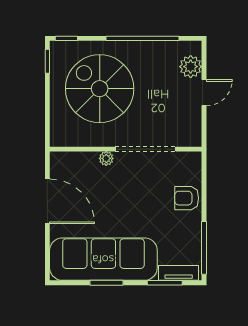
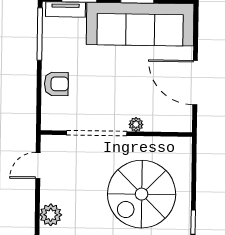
spiral stairs: (100, 89) -> (142, 194), turned 90
door: (204, 93) -> (38, 166), moved

